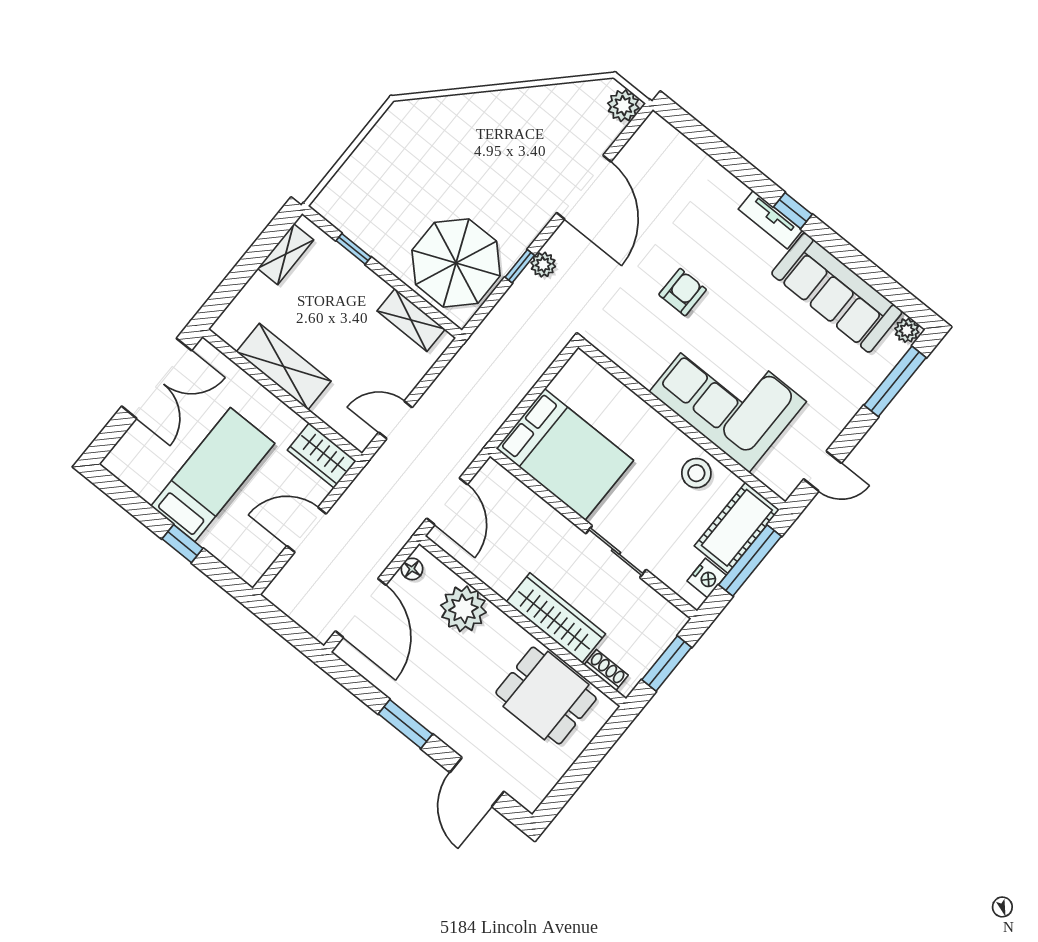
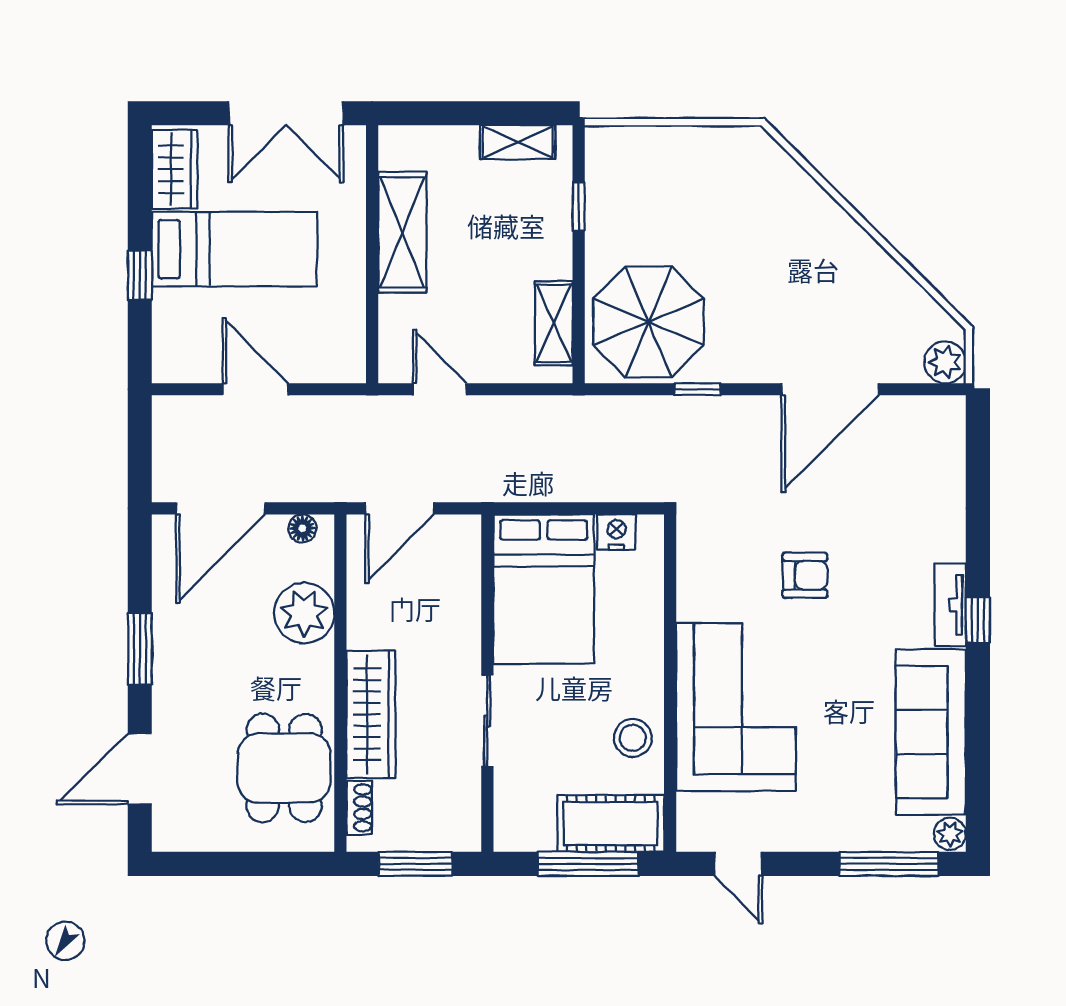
plant: (543, 265) -> (718, 412), removed
wardrobe: (322, 455) -> (175, 169), moved, turned 180
nightstand: (707, 578) -> (616, 532), moved, turned 180

